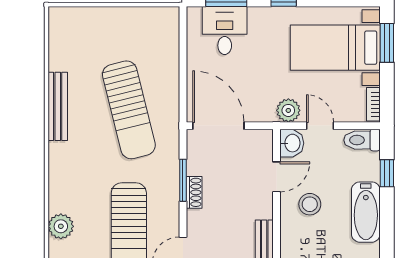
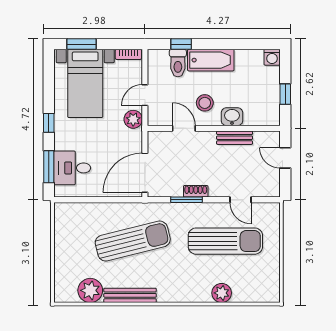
plant: (64, 54) -> (90, 290), added
toilet: (362, 140) -> (178, 63), moved
washbasin: (292, 143) -> (232, 117), moved

